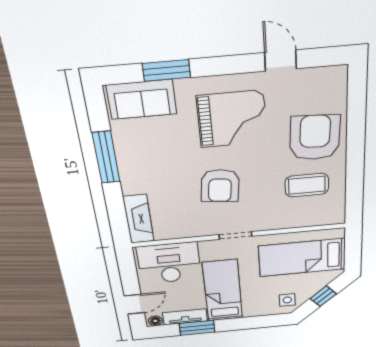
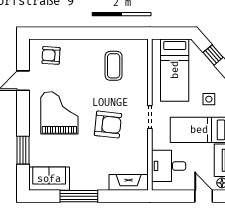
sofa: (142, 99) -> (49, 179), moved, turned -90
armchair: (315, 138) -> (51, 55), moved, width x0.53, depth x0.53
desk: (169, 263) -> (169, 166), width x0.73
side table: (287, 300) -> (209, 99), moved

